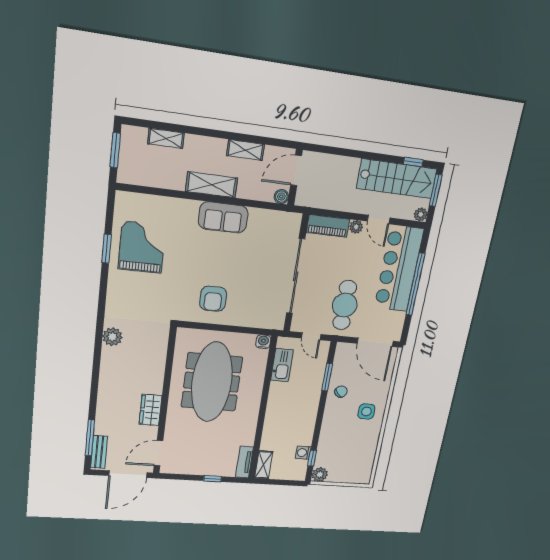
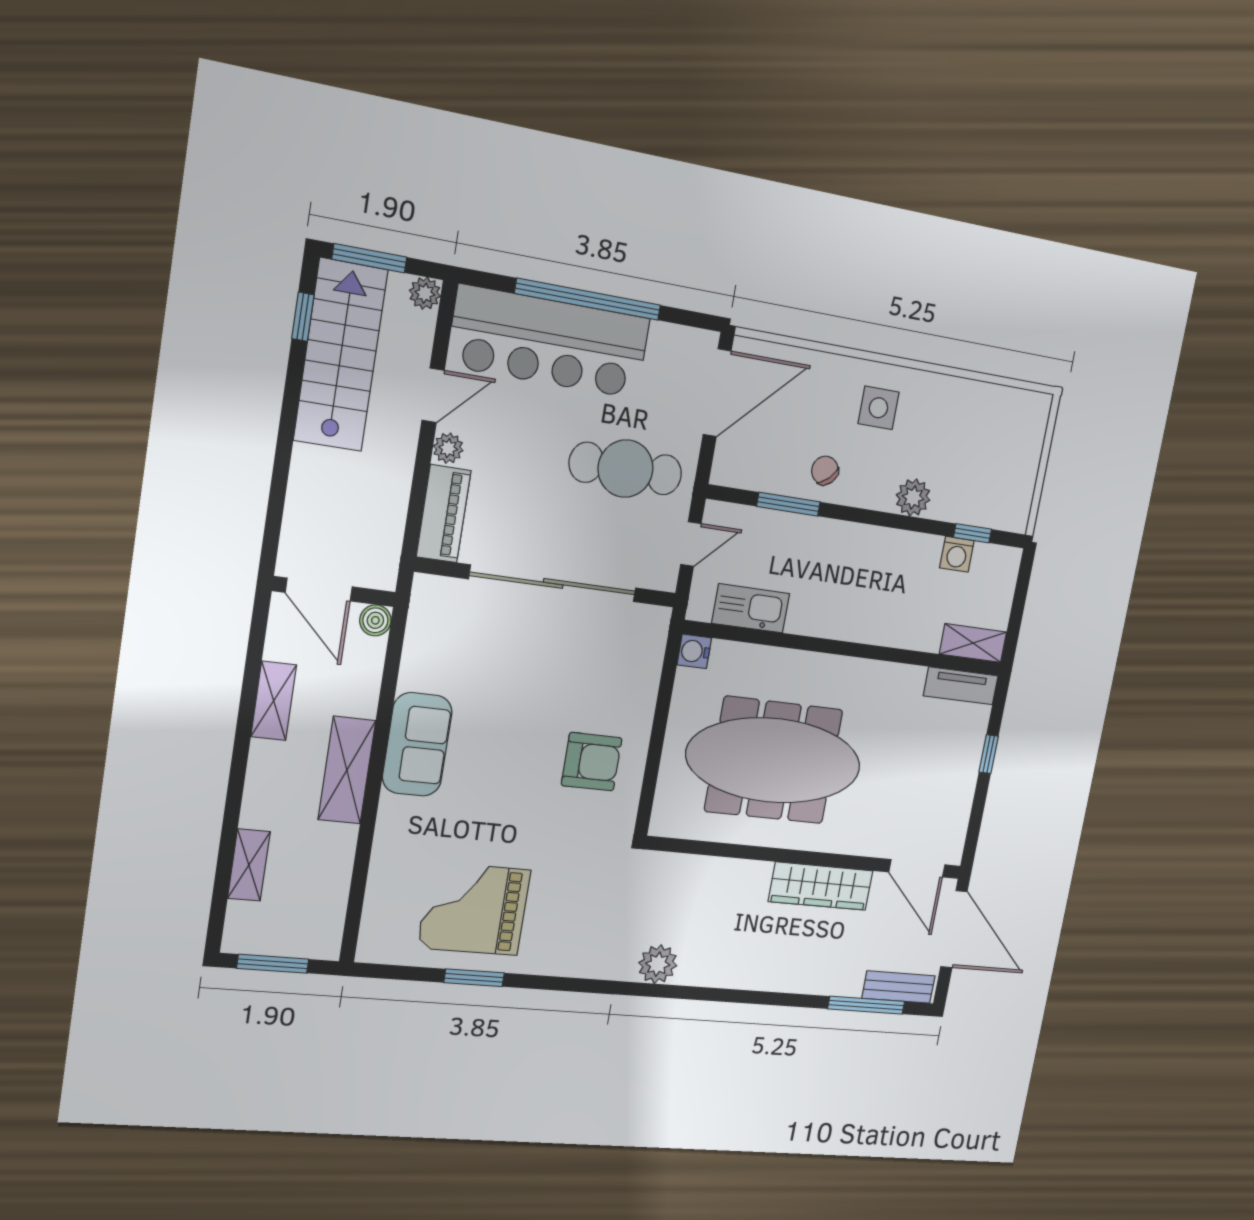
wardrobe: (151, 410) -> (821, 886), width x1.50
plant: (320, 475) -> (913, 497), moved

